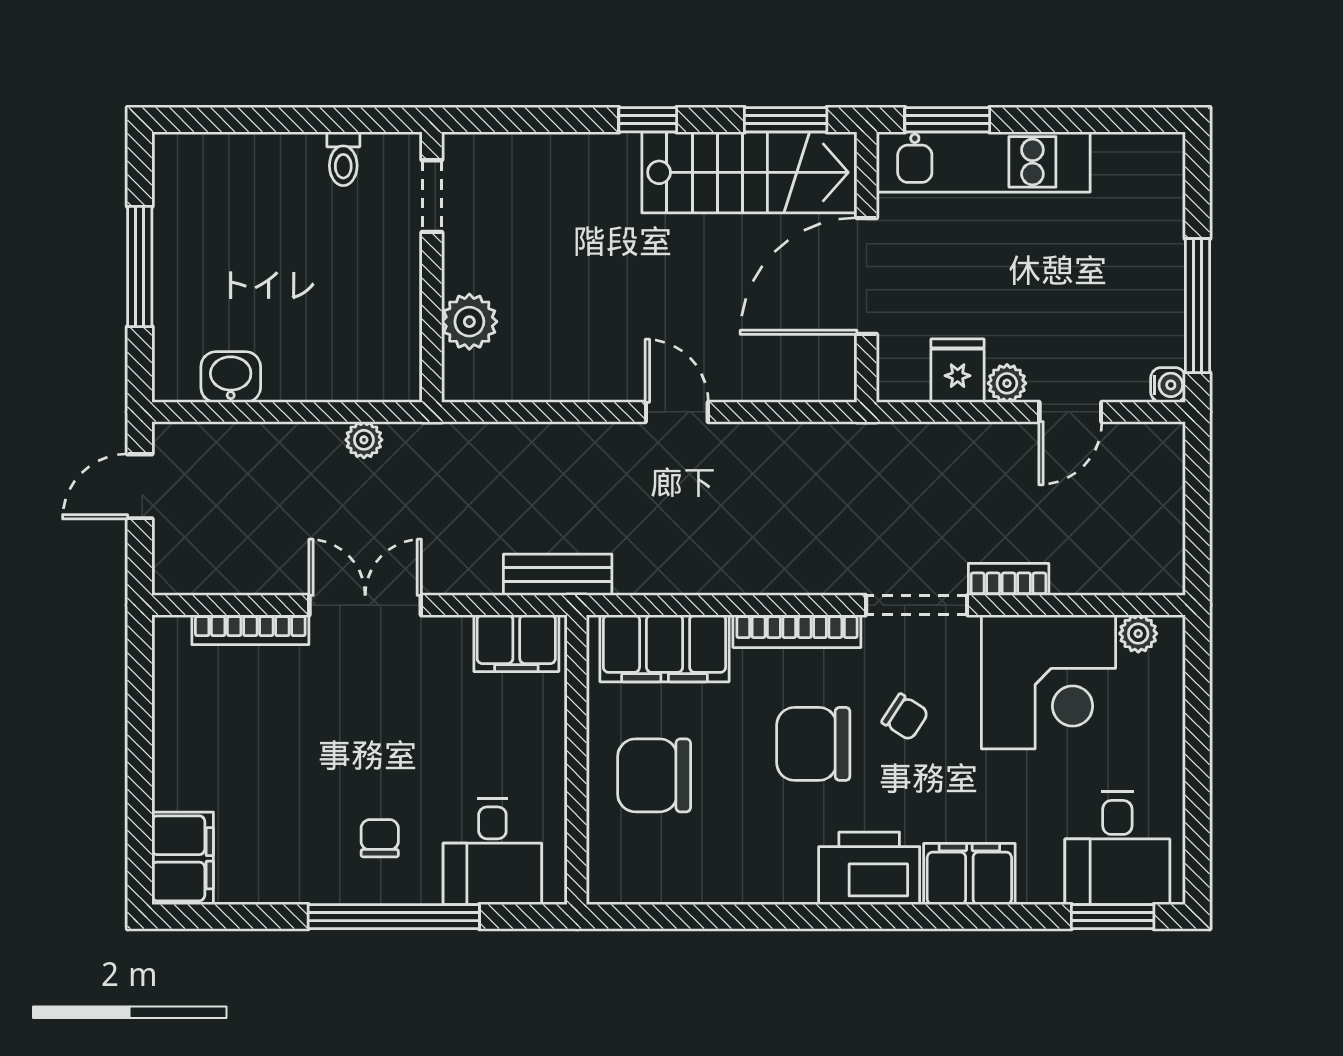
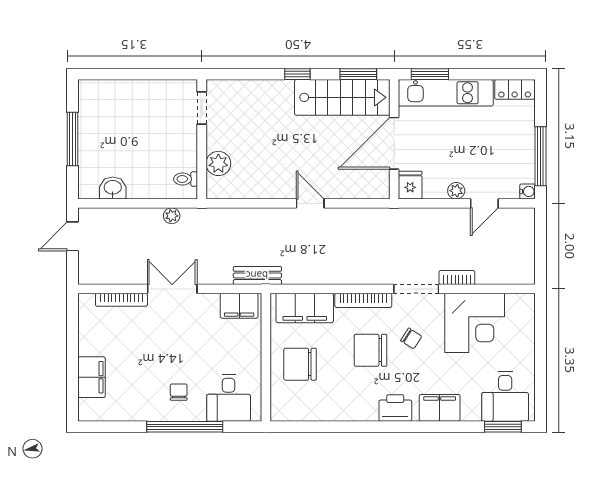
locker: (1139, 154) -> (515, 89), added
toilet: (343, 159) -> (186, 179), moved, turned 90
fridge: (958, 371) -> (410, 185), moved
plant: (1138, 634) -> (514, 301), removed
filing cabinet: (183, 858) -> (91, 377), moved
printer: (869, 868) -> (395, 408), width x0.73, depth x0.84

